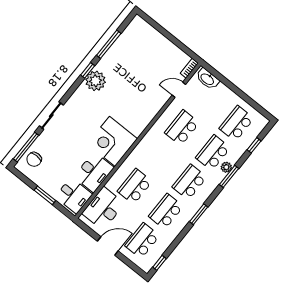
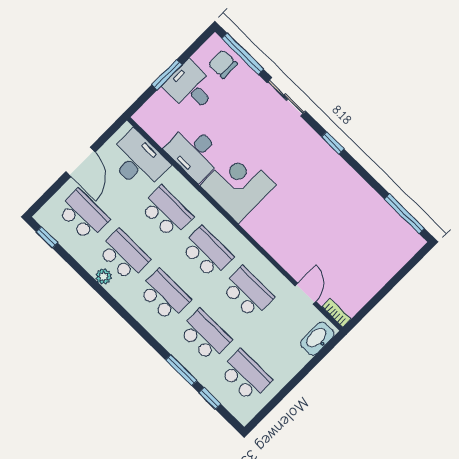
window: (109, 44) -> (404, 214), moved
window: (88, 70) -> (333, 143), moved
plant: (96, 81) -> (332, 169), removed
school desk: (158, 157) -> (207, 252), added
plant: (226, 167) -> (104, 277), moved
window: (229, 176) -> (181, 370), moved
desk: (74, 196) -> (190, 87), moved, turned 90
window: (199, 214) -> (114, 304), removed

